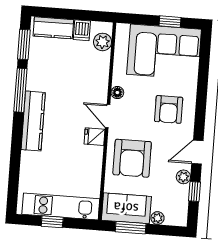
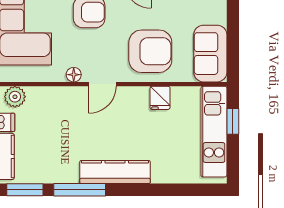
fridge: (94, 137) -> (160, 98), moved
plant: (157, 218) -> (219, 16), removed
window: (52, 222) -> (233, 121), moved
window: (131, 228) -> (233, 47), removed

